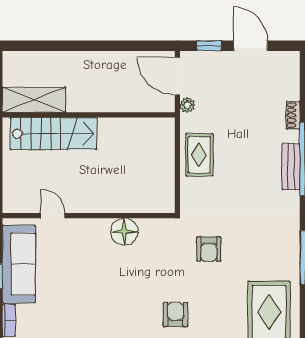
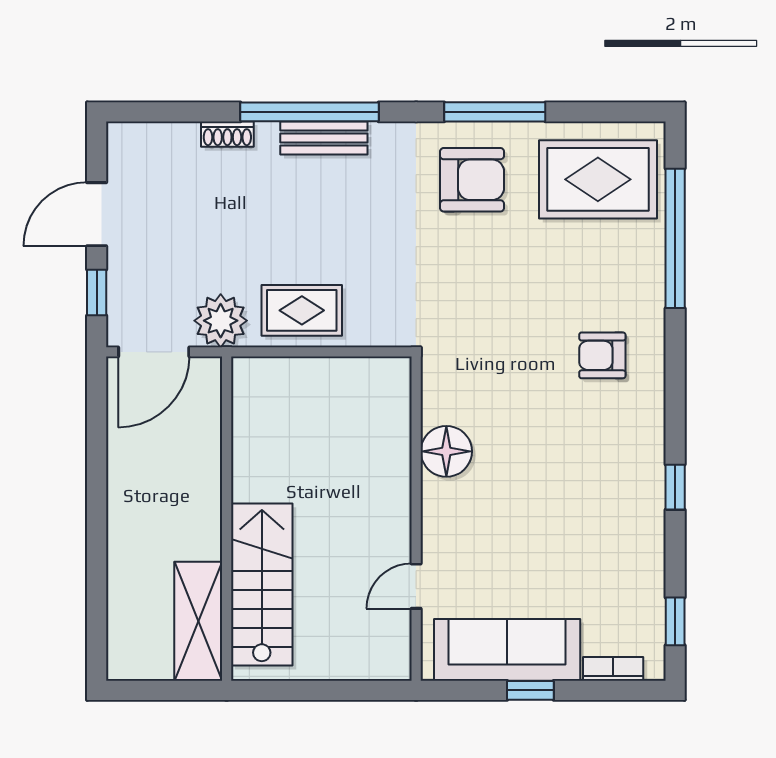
plant: (187, 105) -> (221, 321), width x1.88, depth x1.88
armchair: (209, 249) -> (472, 180), moved, width x1.38, depth x1.38

